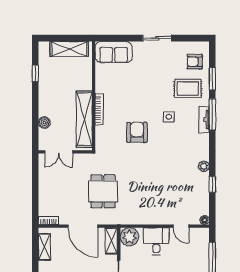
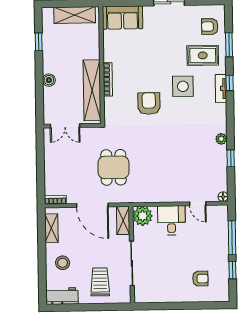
window: (212, 114) -> (230, 83), width x0.46
side table: (169, 117) -> (183, 86), width x1.87, depth x1.87
boiler: (44, 123) -> (49, 80), moved

